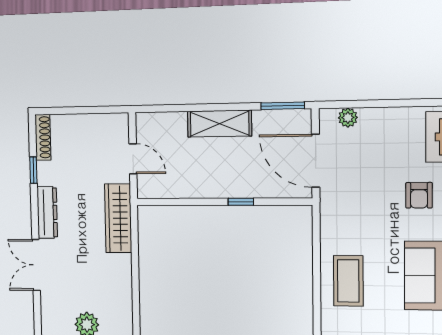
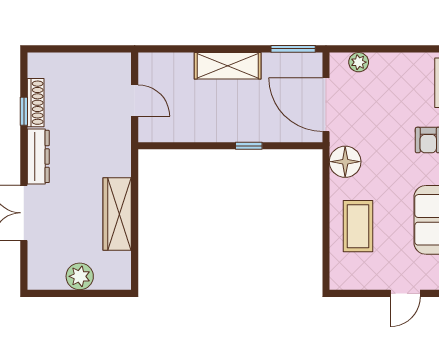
shoe rack: (43, 137) -> (36, 103), moved
floor lamp: (335, 217) -> (345, 162), added
wardrobe: (118, 218) -> (117, 214), moved

